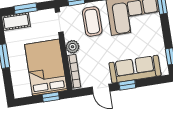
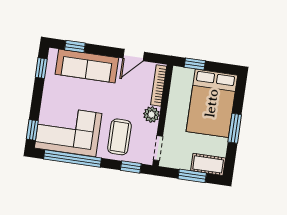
bed: (46, 67) -> (212, 103), moved
window: (127, 85) -> (75, 46), moved
door: (101, 89) -> (134, 55), swing flipped

